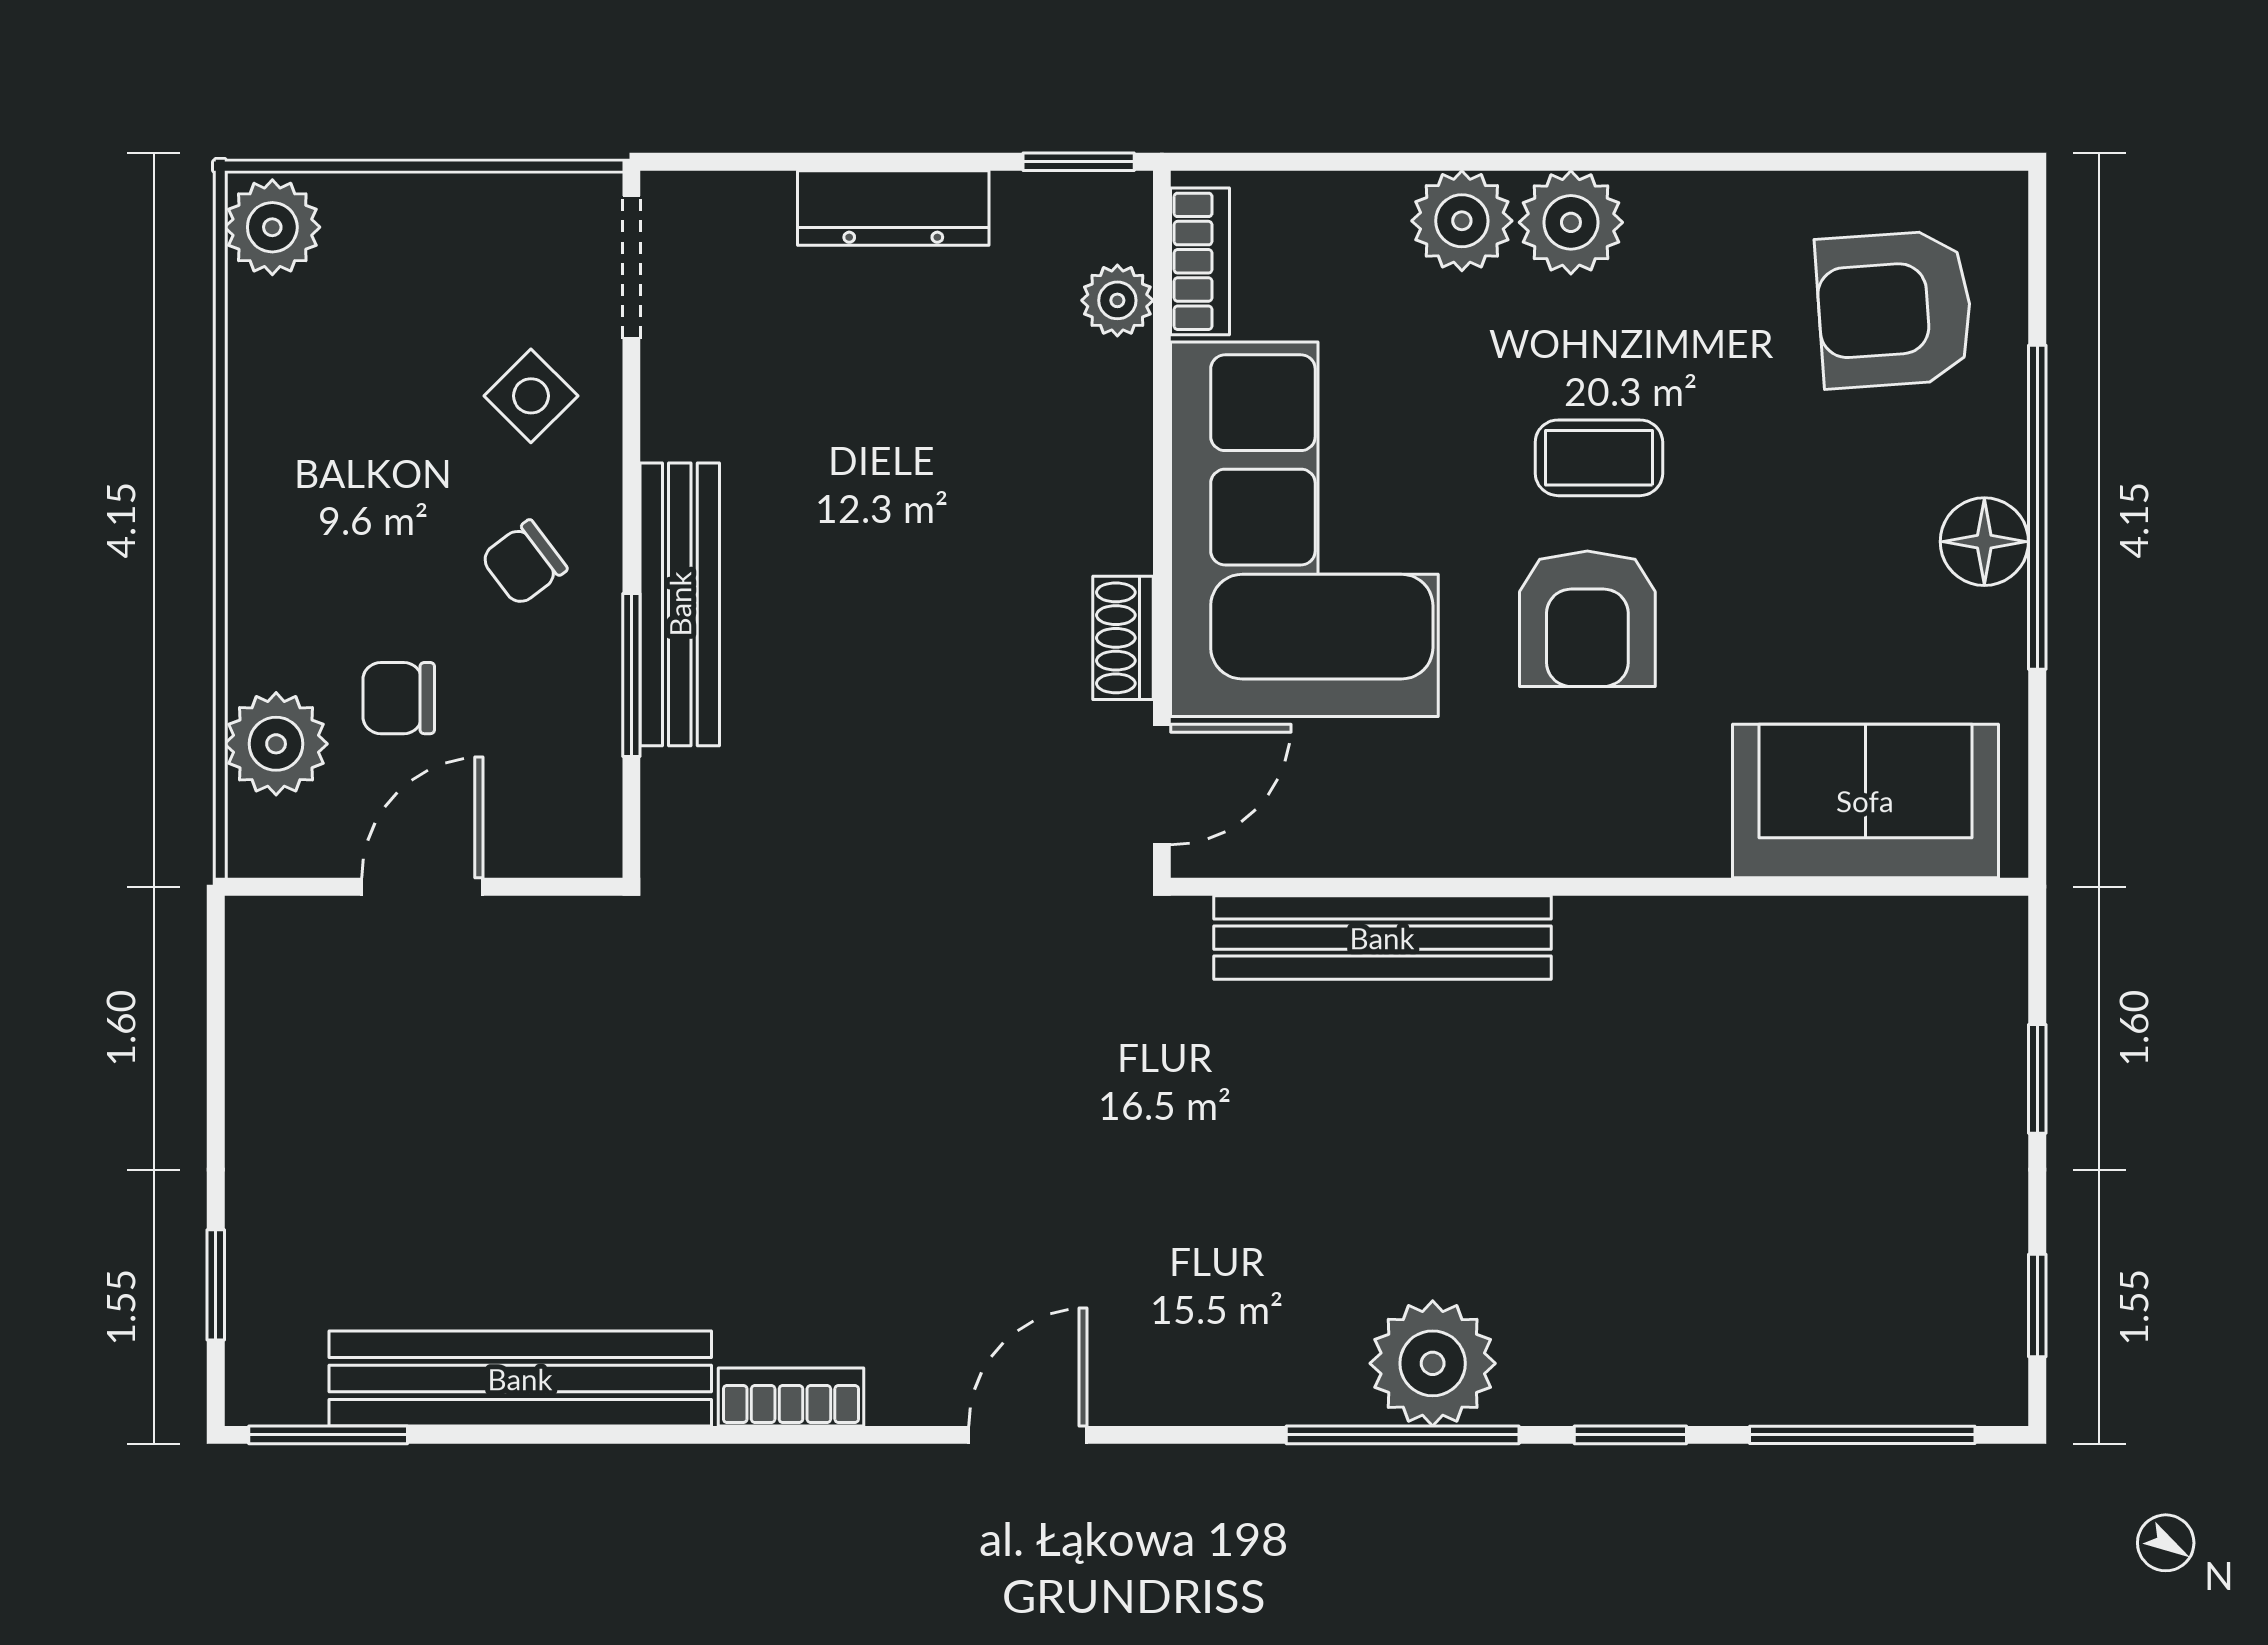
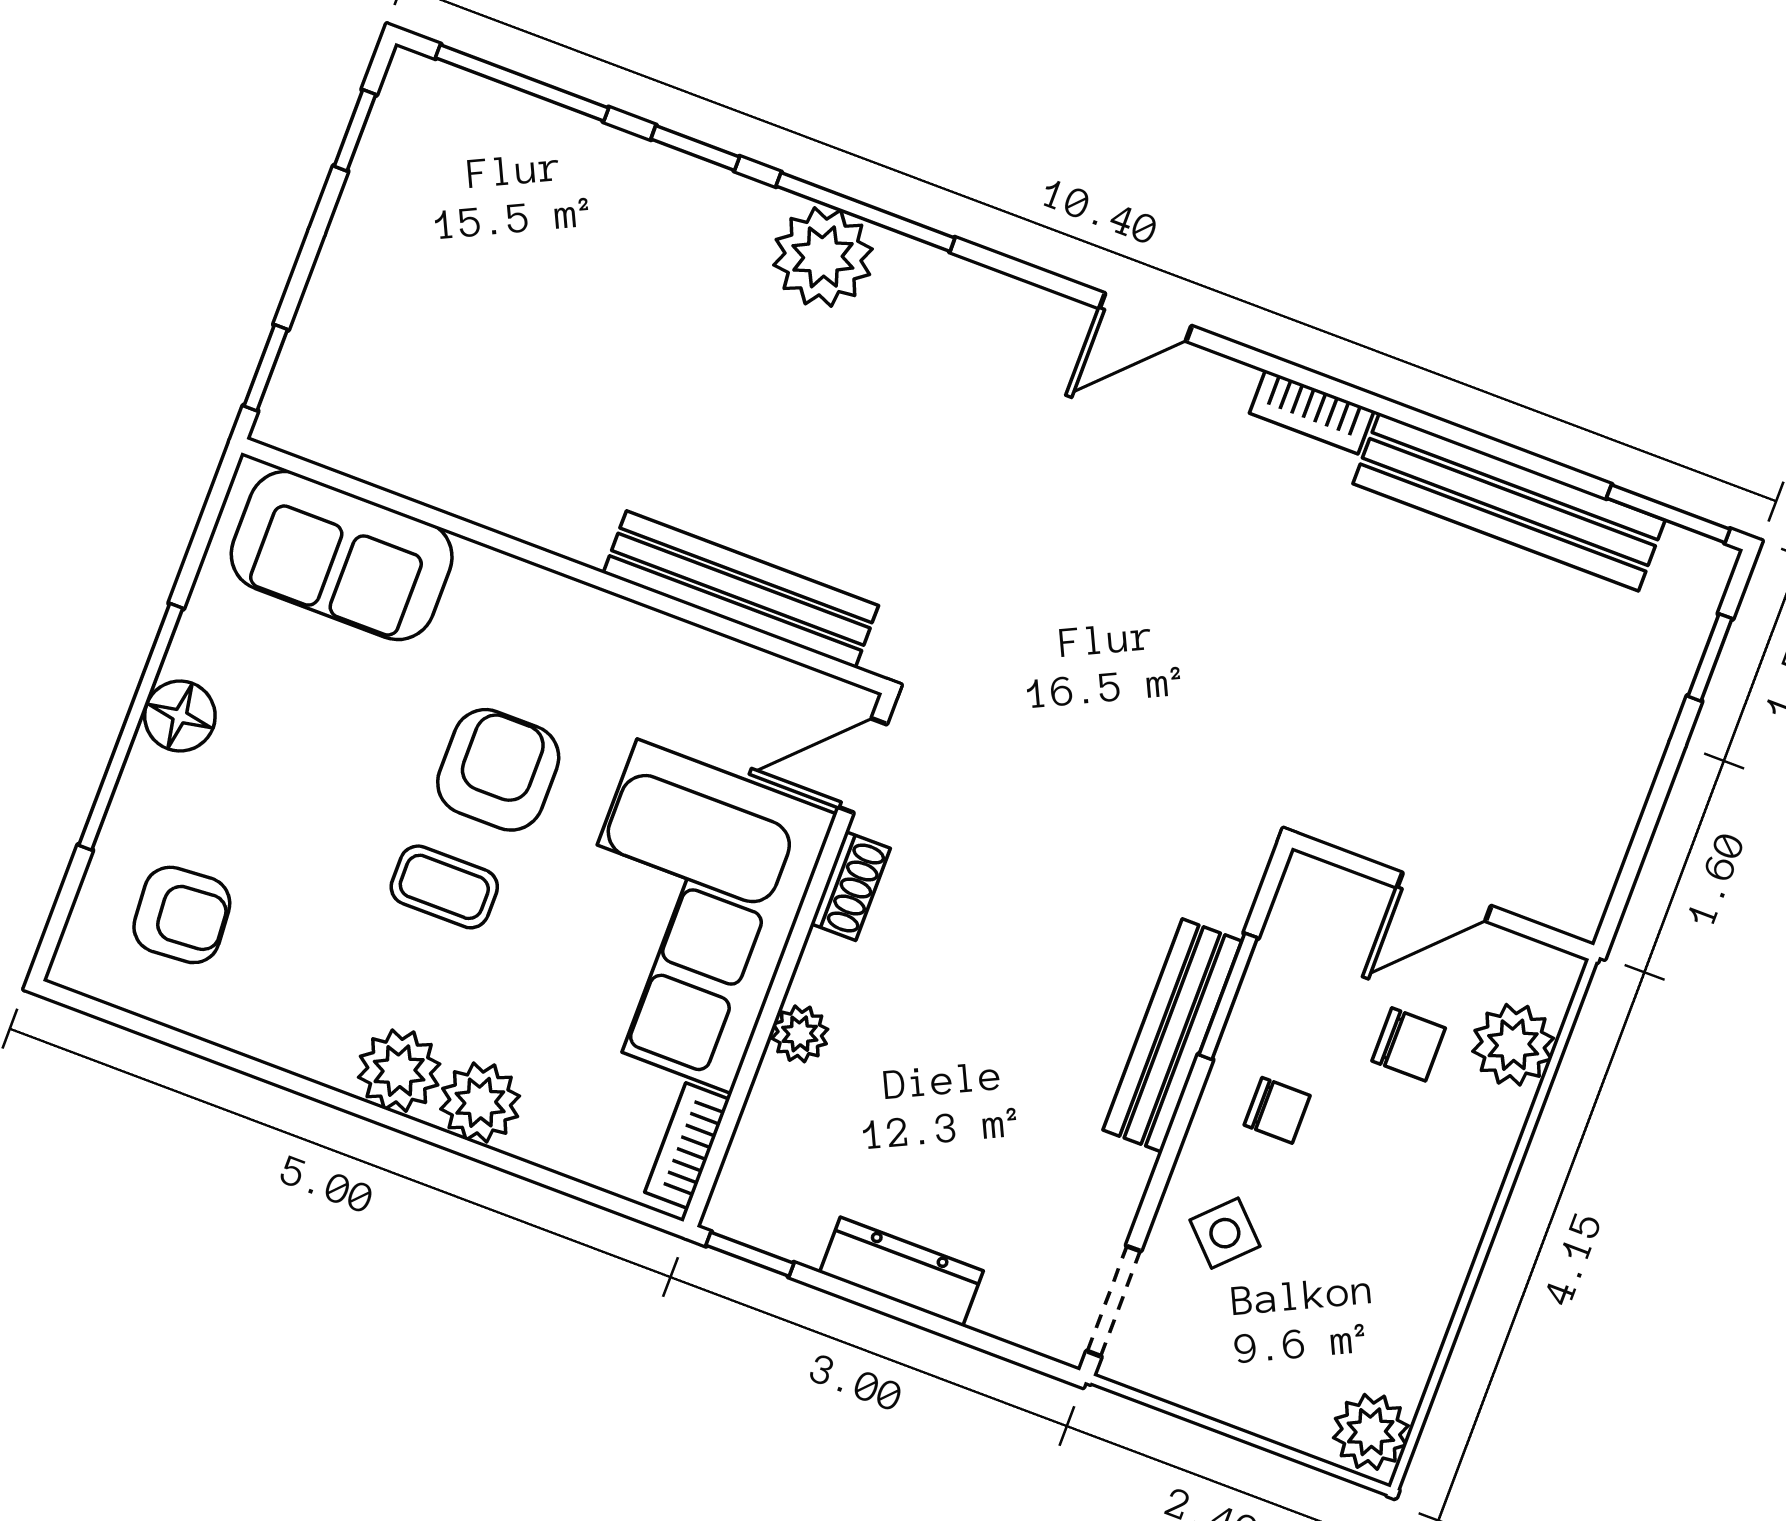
plant: (1117, 300) -> (800, 1034), moved
armchair: (1894, 309) -> (182, 915), width x0.72, depth x0.72
chair: (524, 563) -> (1277, 1110), turned 37
window: (2037, 1079) -> (266, 368), moved

